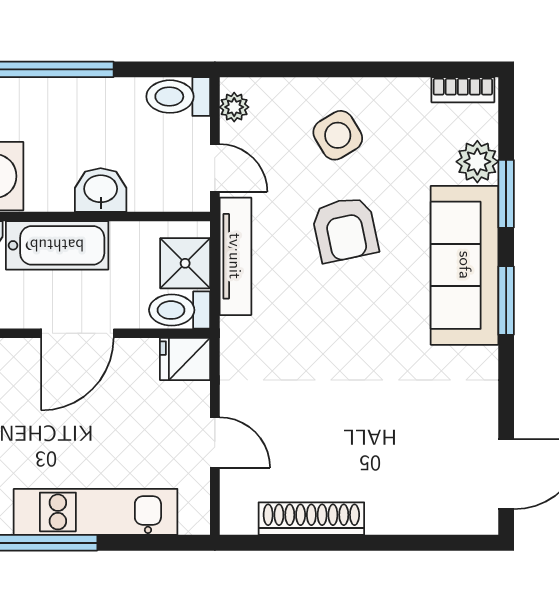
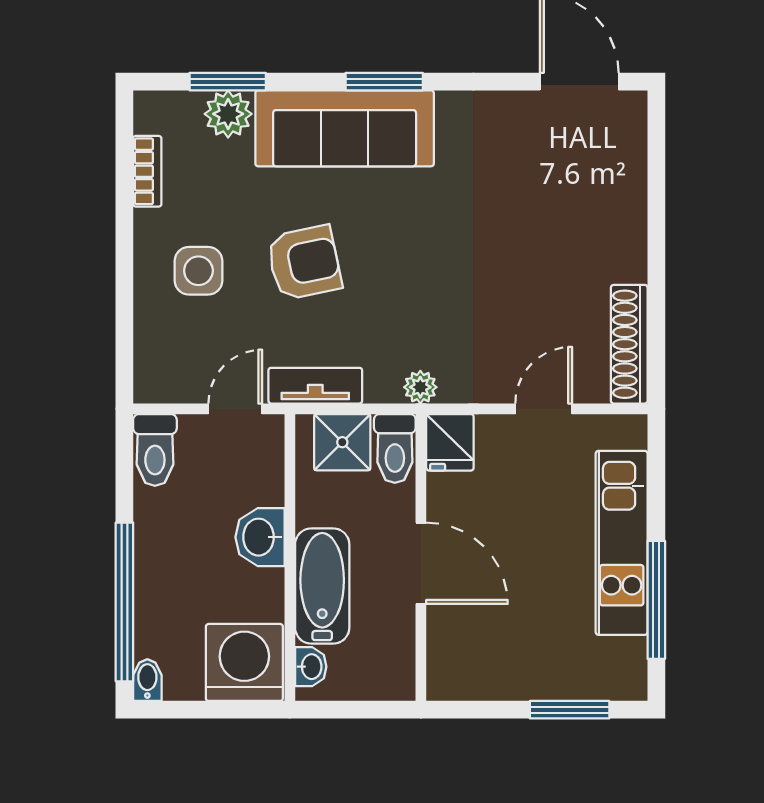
bookcase: (463, 90) -> (147, 171), moved
plant: (234, 107) -> (420, 387), moved
side table: (338, 135) -> (198, 271), turned 31
window: (506, 194) -> (228, 82), moved
tv unit: (235, 256) -> (315, 386), width x0.71
shoe rack: (311, 519) -> (629, 344), moved

